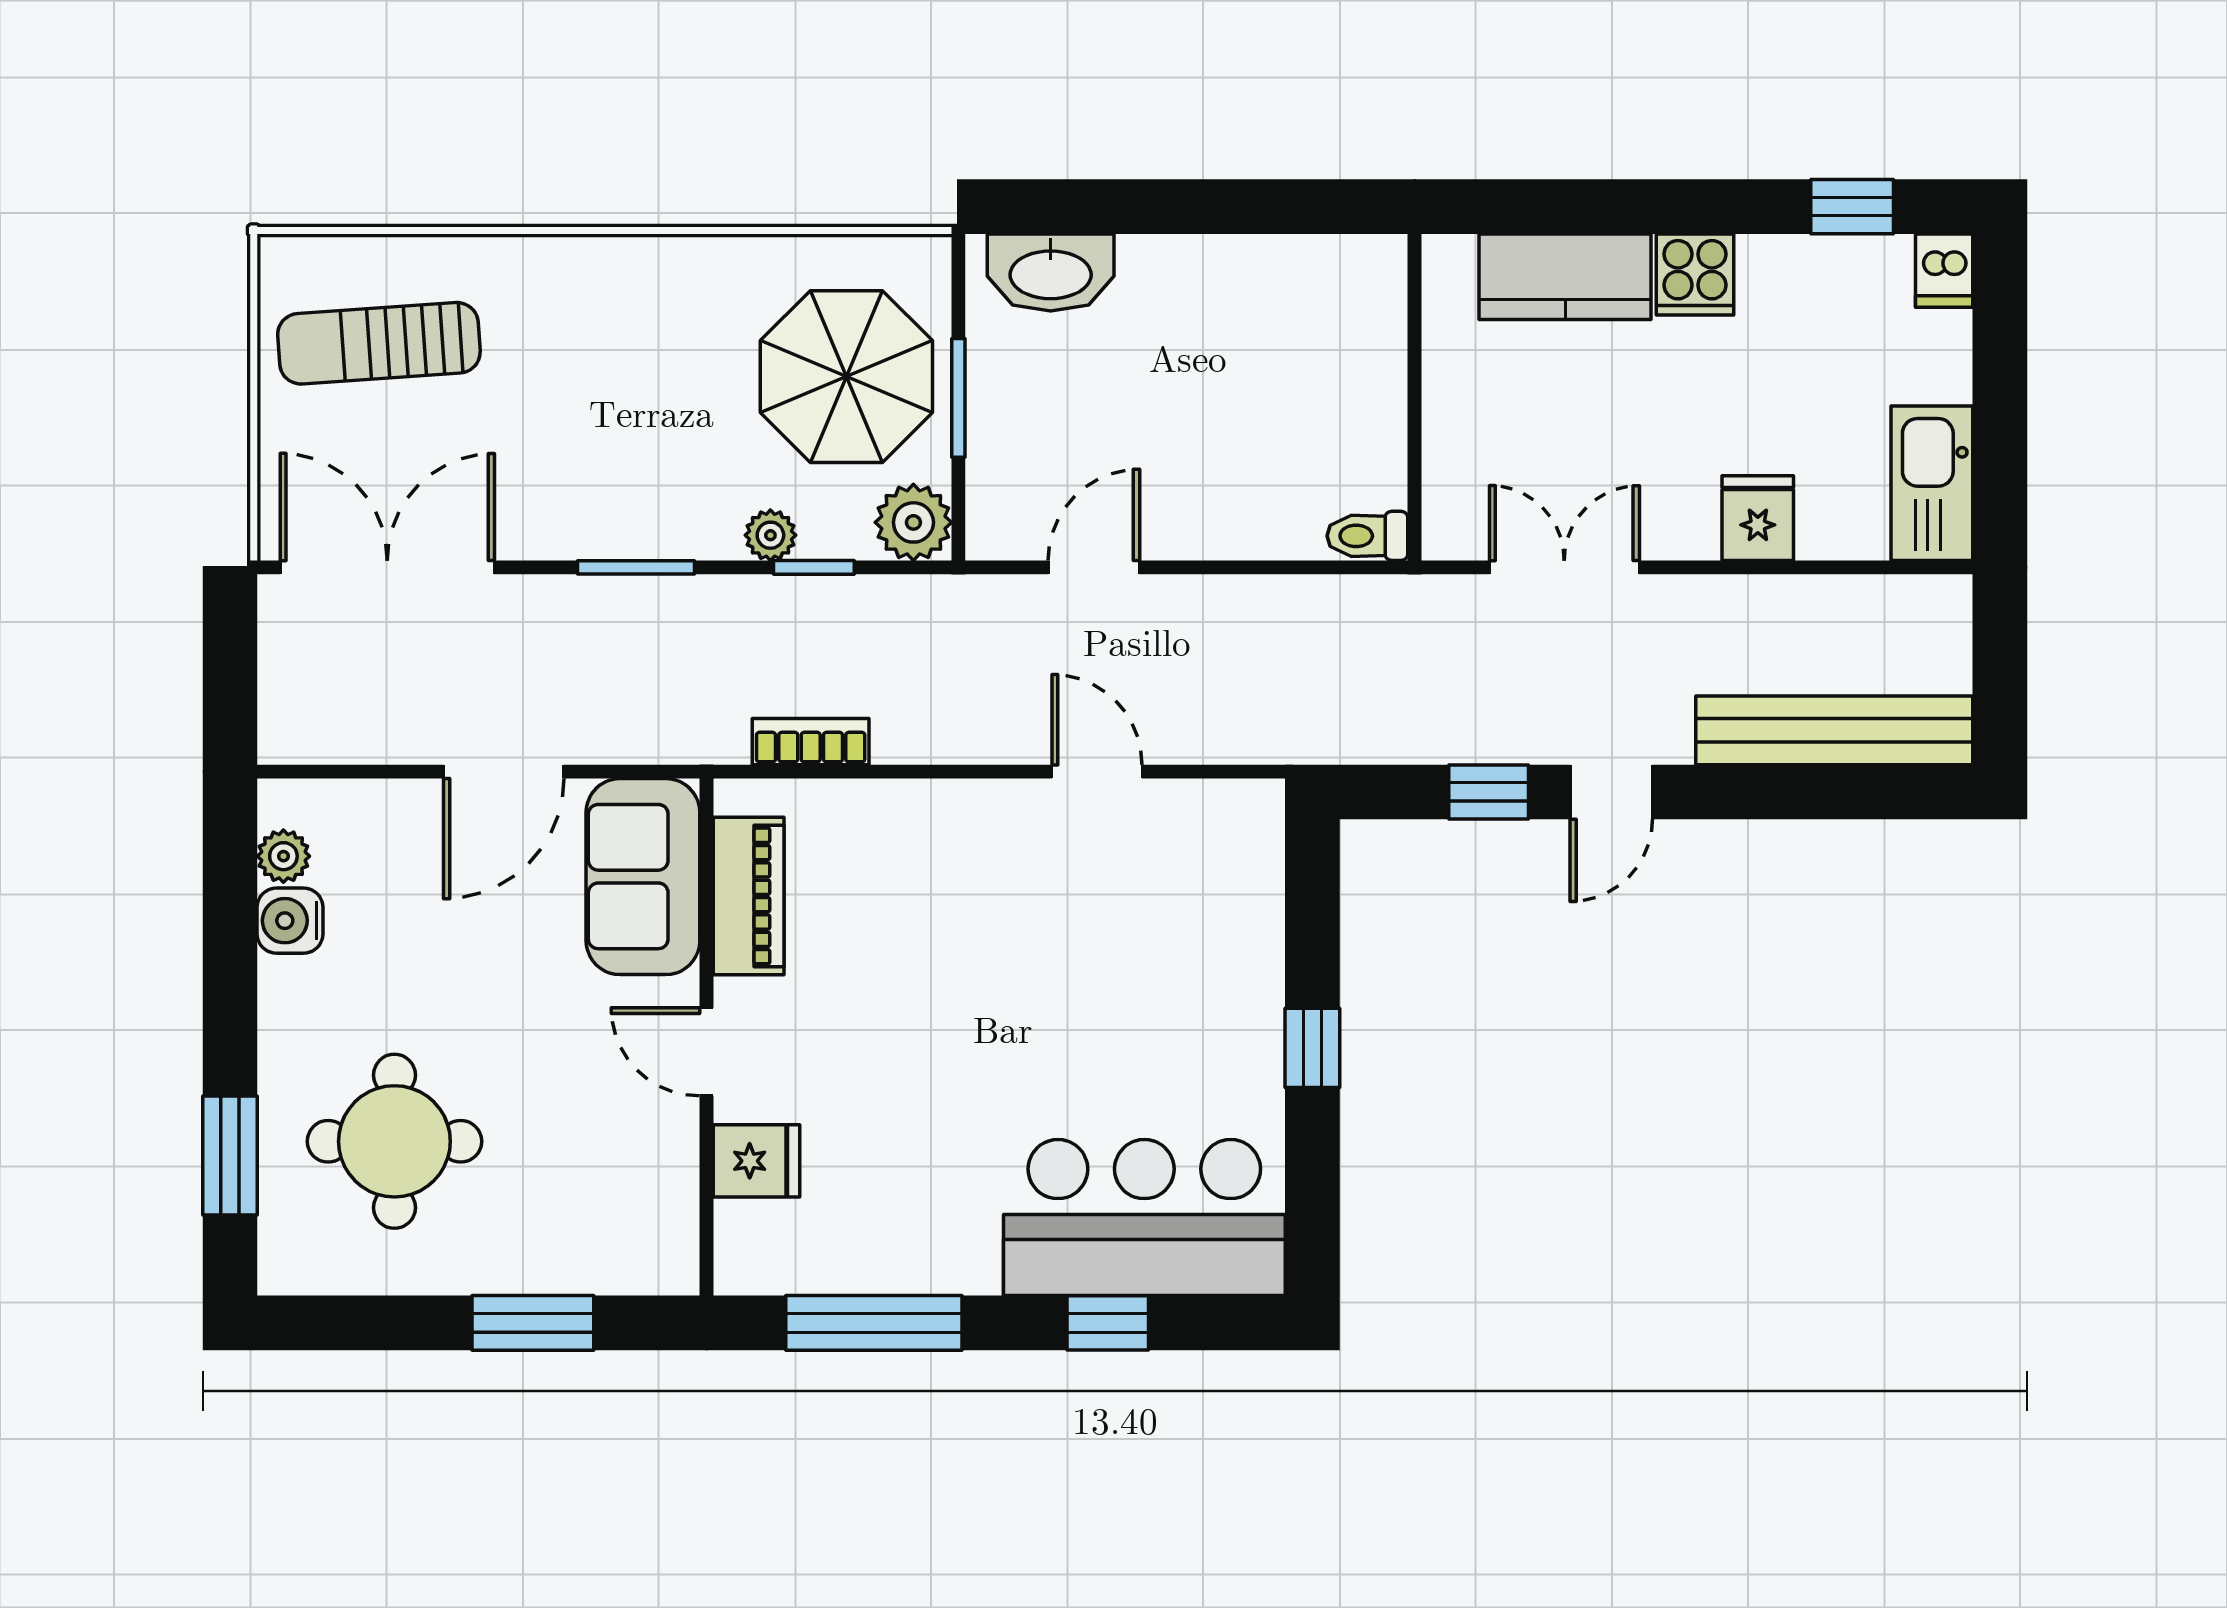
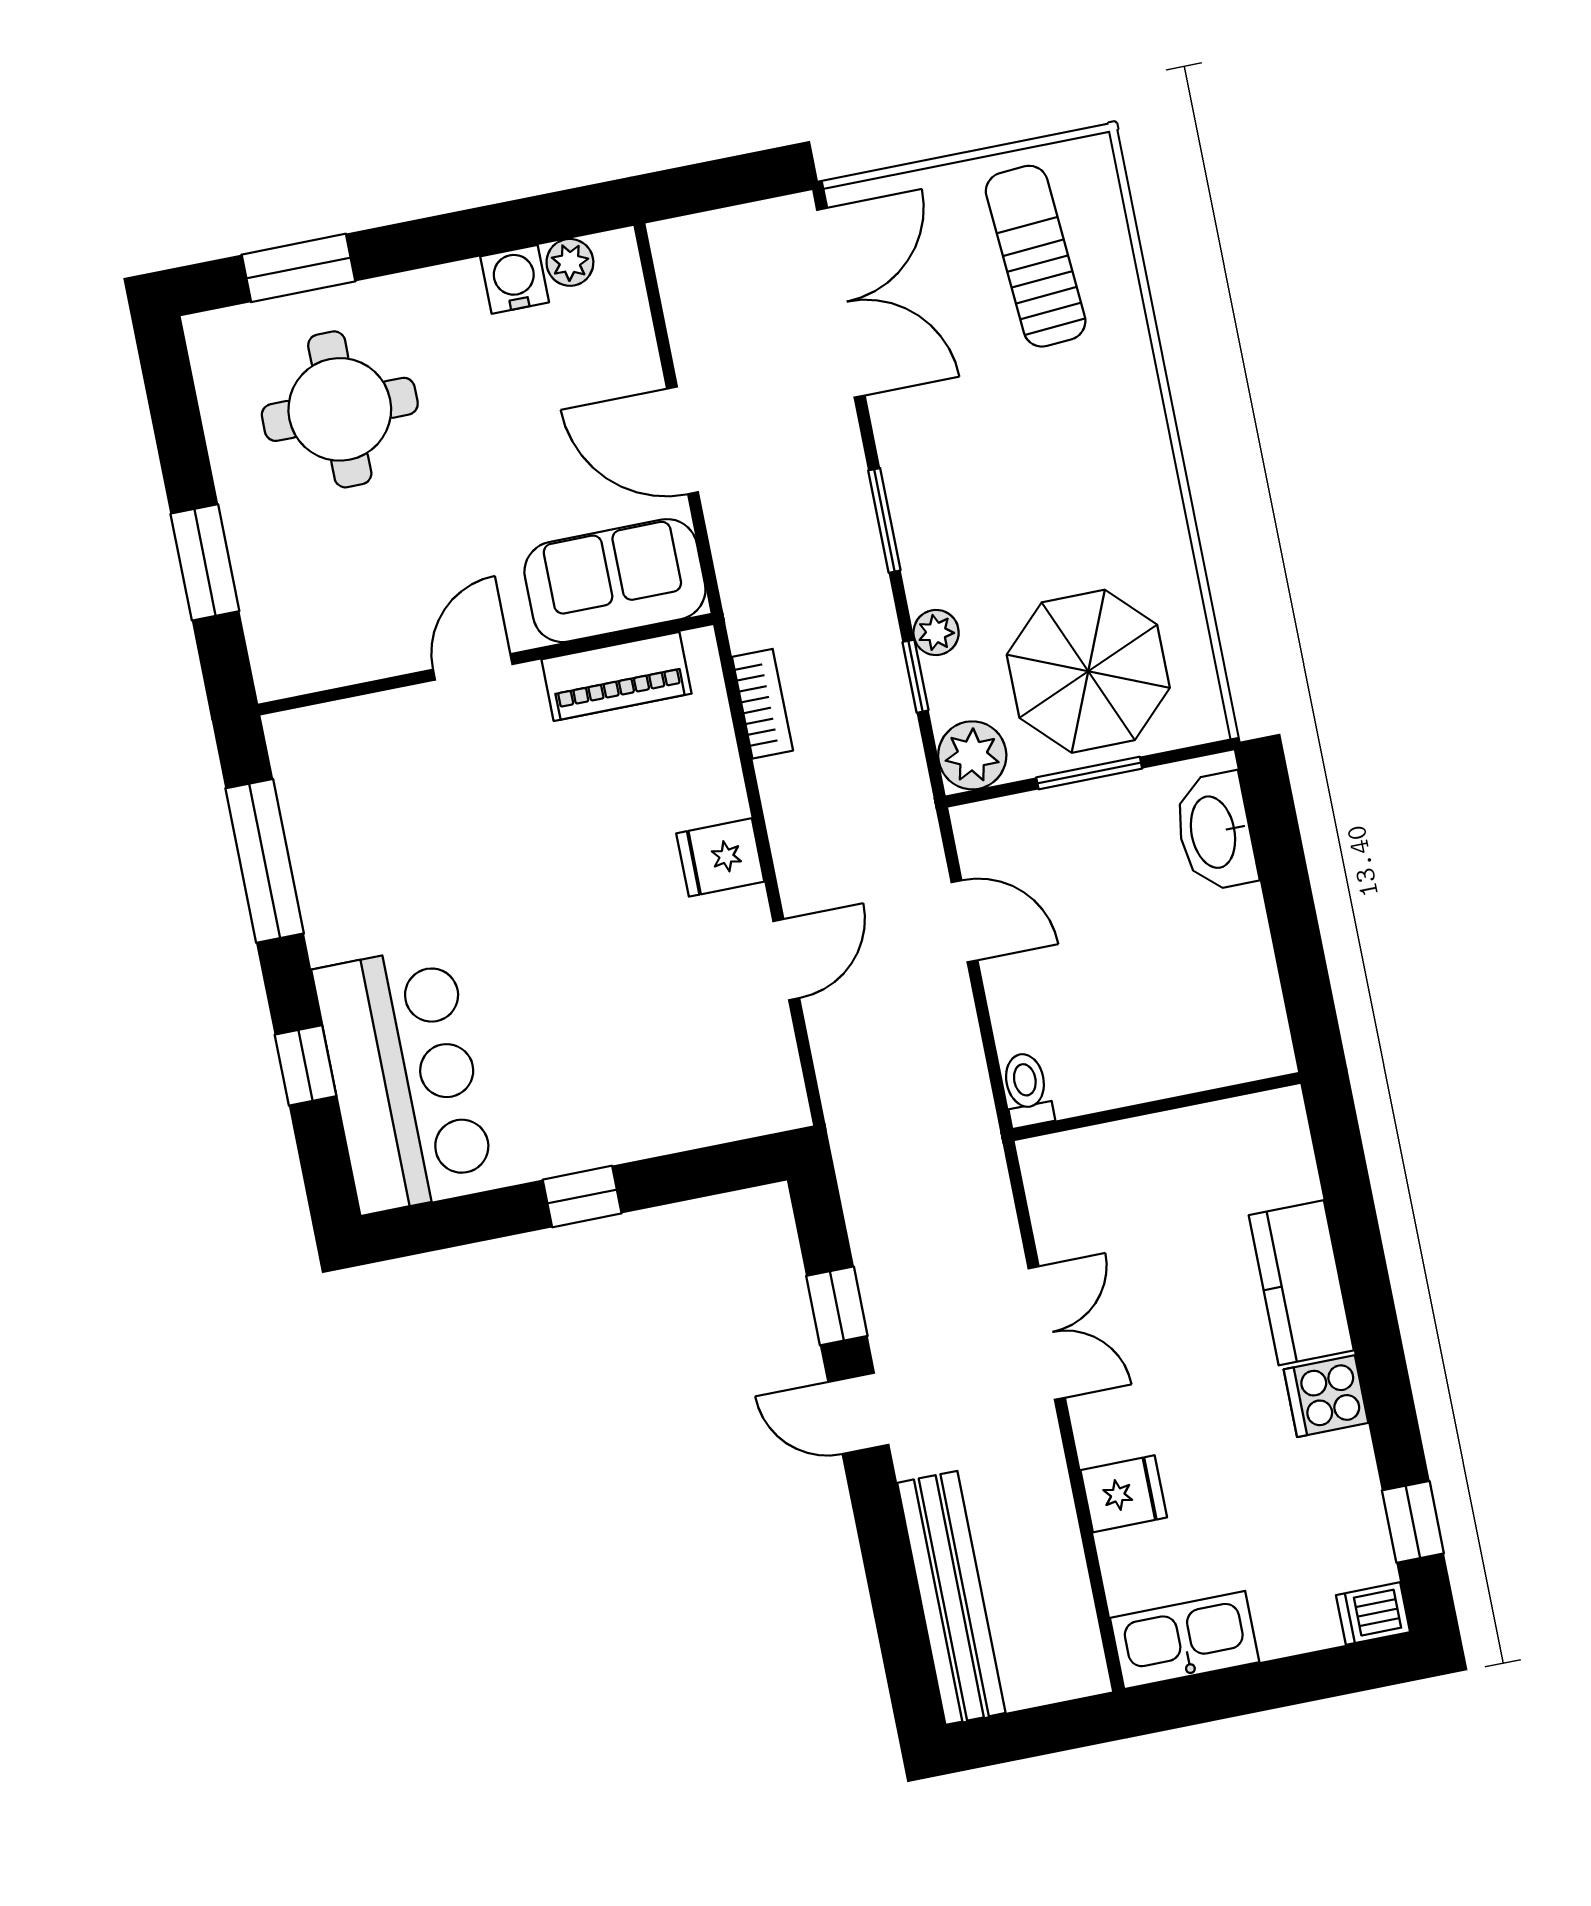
wall: (1414, 397) -> (1156, 1107), moved
toilet: (1367, 536) -> (1027, 1090), moved
fridge: (756, 1161) -> (720, 857), moved, turned 90

